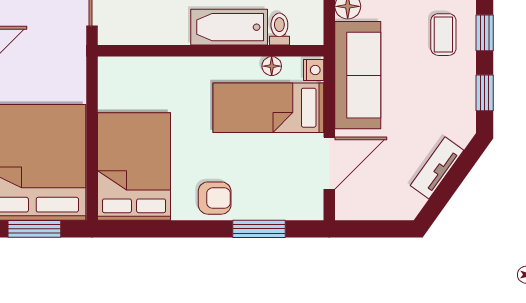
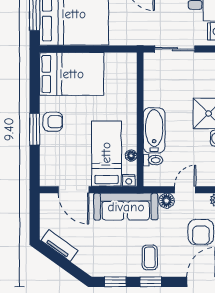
coffee table: (443, 35) -> (150, 257), turned 90
tv unit: (437, 168) -> (59, 246), moved
armchair: (215, 198) -> (53, 122), turned -90
window: (259, 229) -> (35, 129), moved

